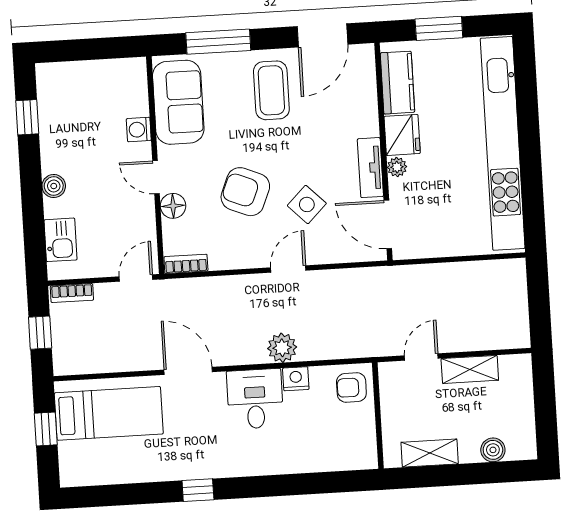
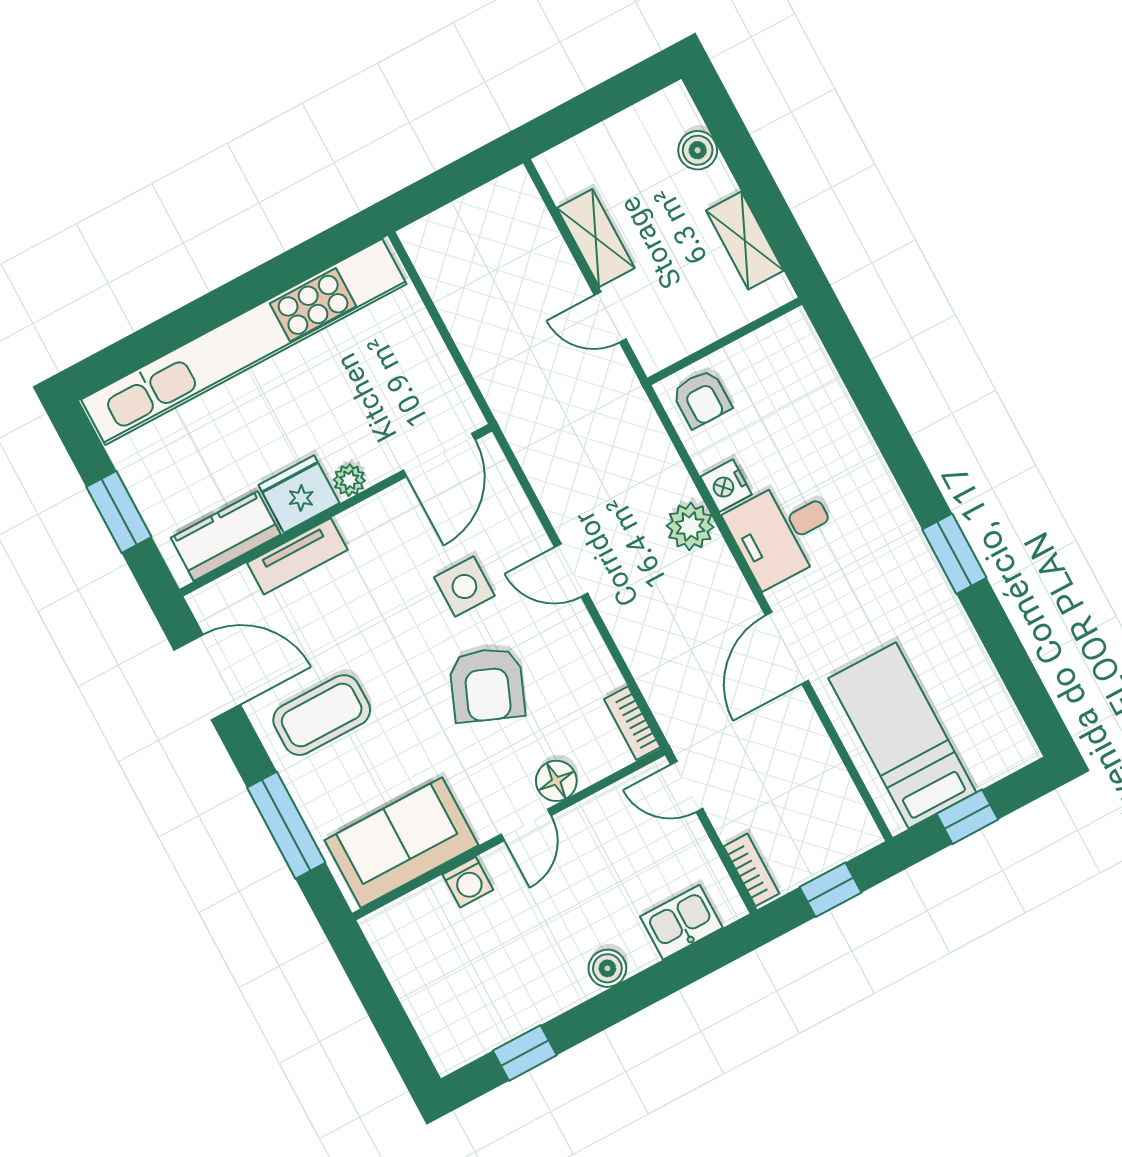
tv unit: (370, 168) -> (297, 556), moved
side table: (307, 204) -> (464, 587), turned 45
window: (198, 490) -> (954, 554), width x1.50

